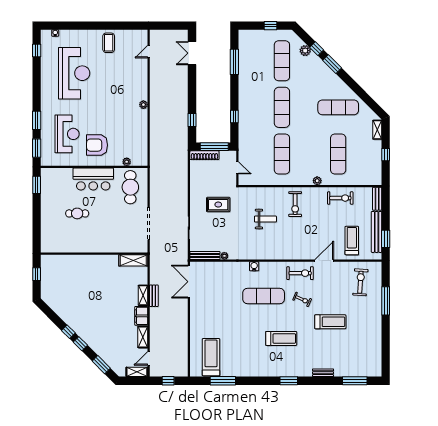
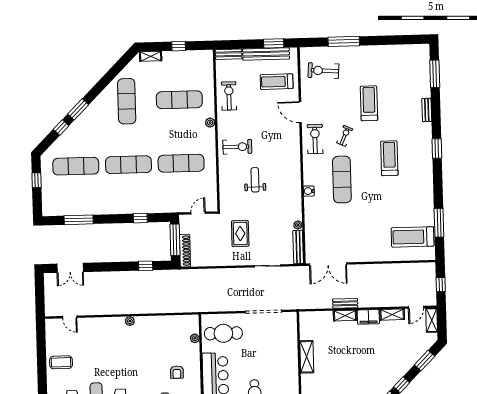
plant: (305, 51) -> (64, 140), removed
armchair: (97, 145) -> (177, 372), width x0.53, depth x0.53
shelving: (133, 260) -> (307, 357), moved
door: (149, 358) -> (416, 307), hinge flipped

